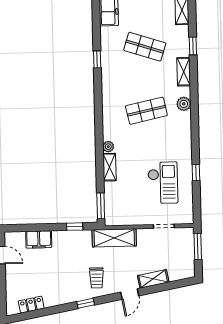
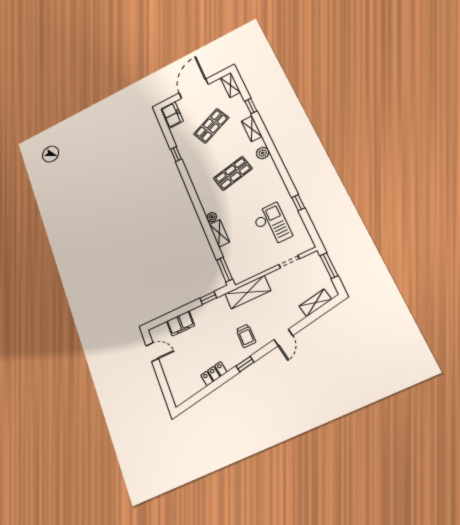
shop shelf: (145, 47) -> (211, 126), turned -42
shelving: (153, 279) -> (315, 303), moved
locker: (31, 305) -> (214, 374), moved

